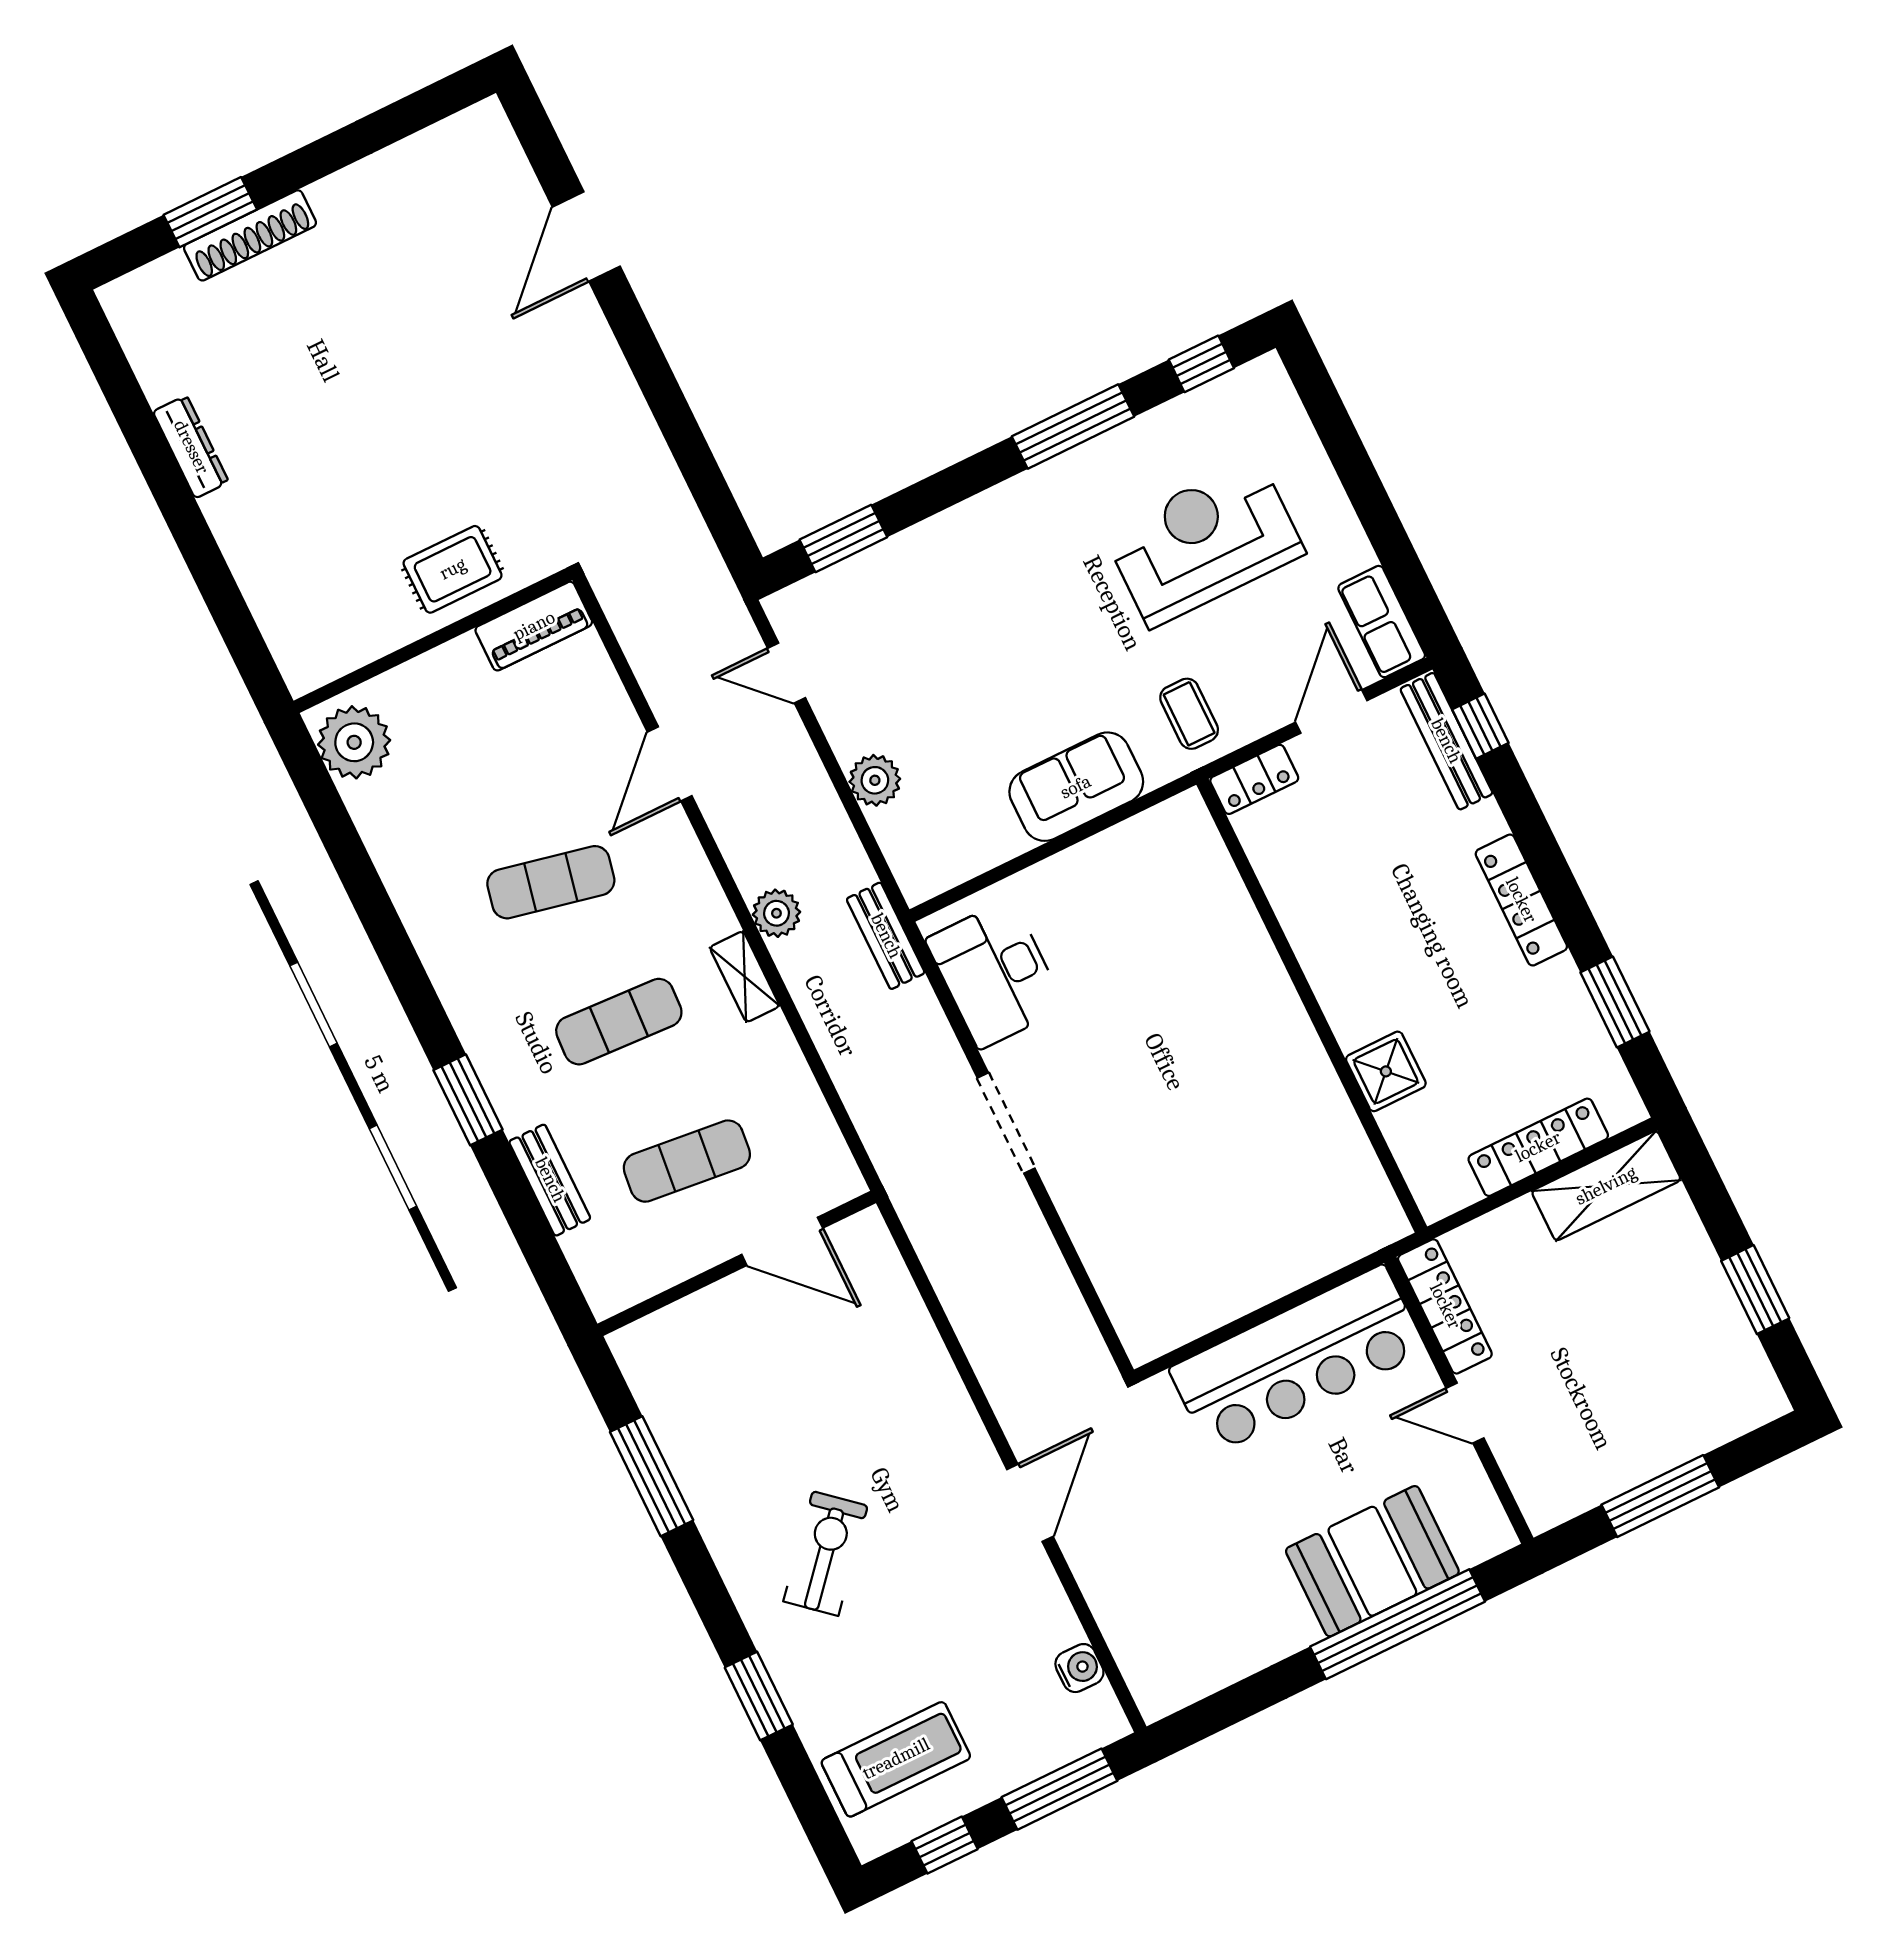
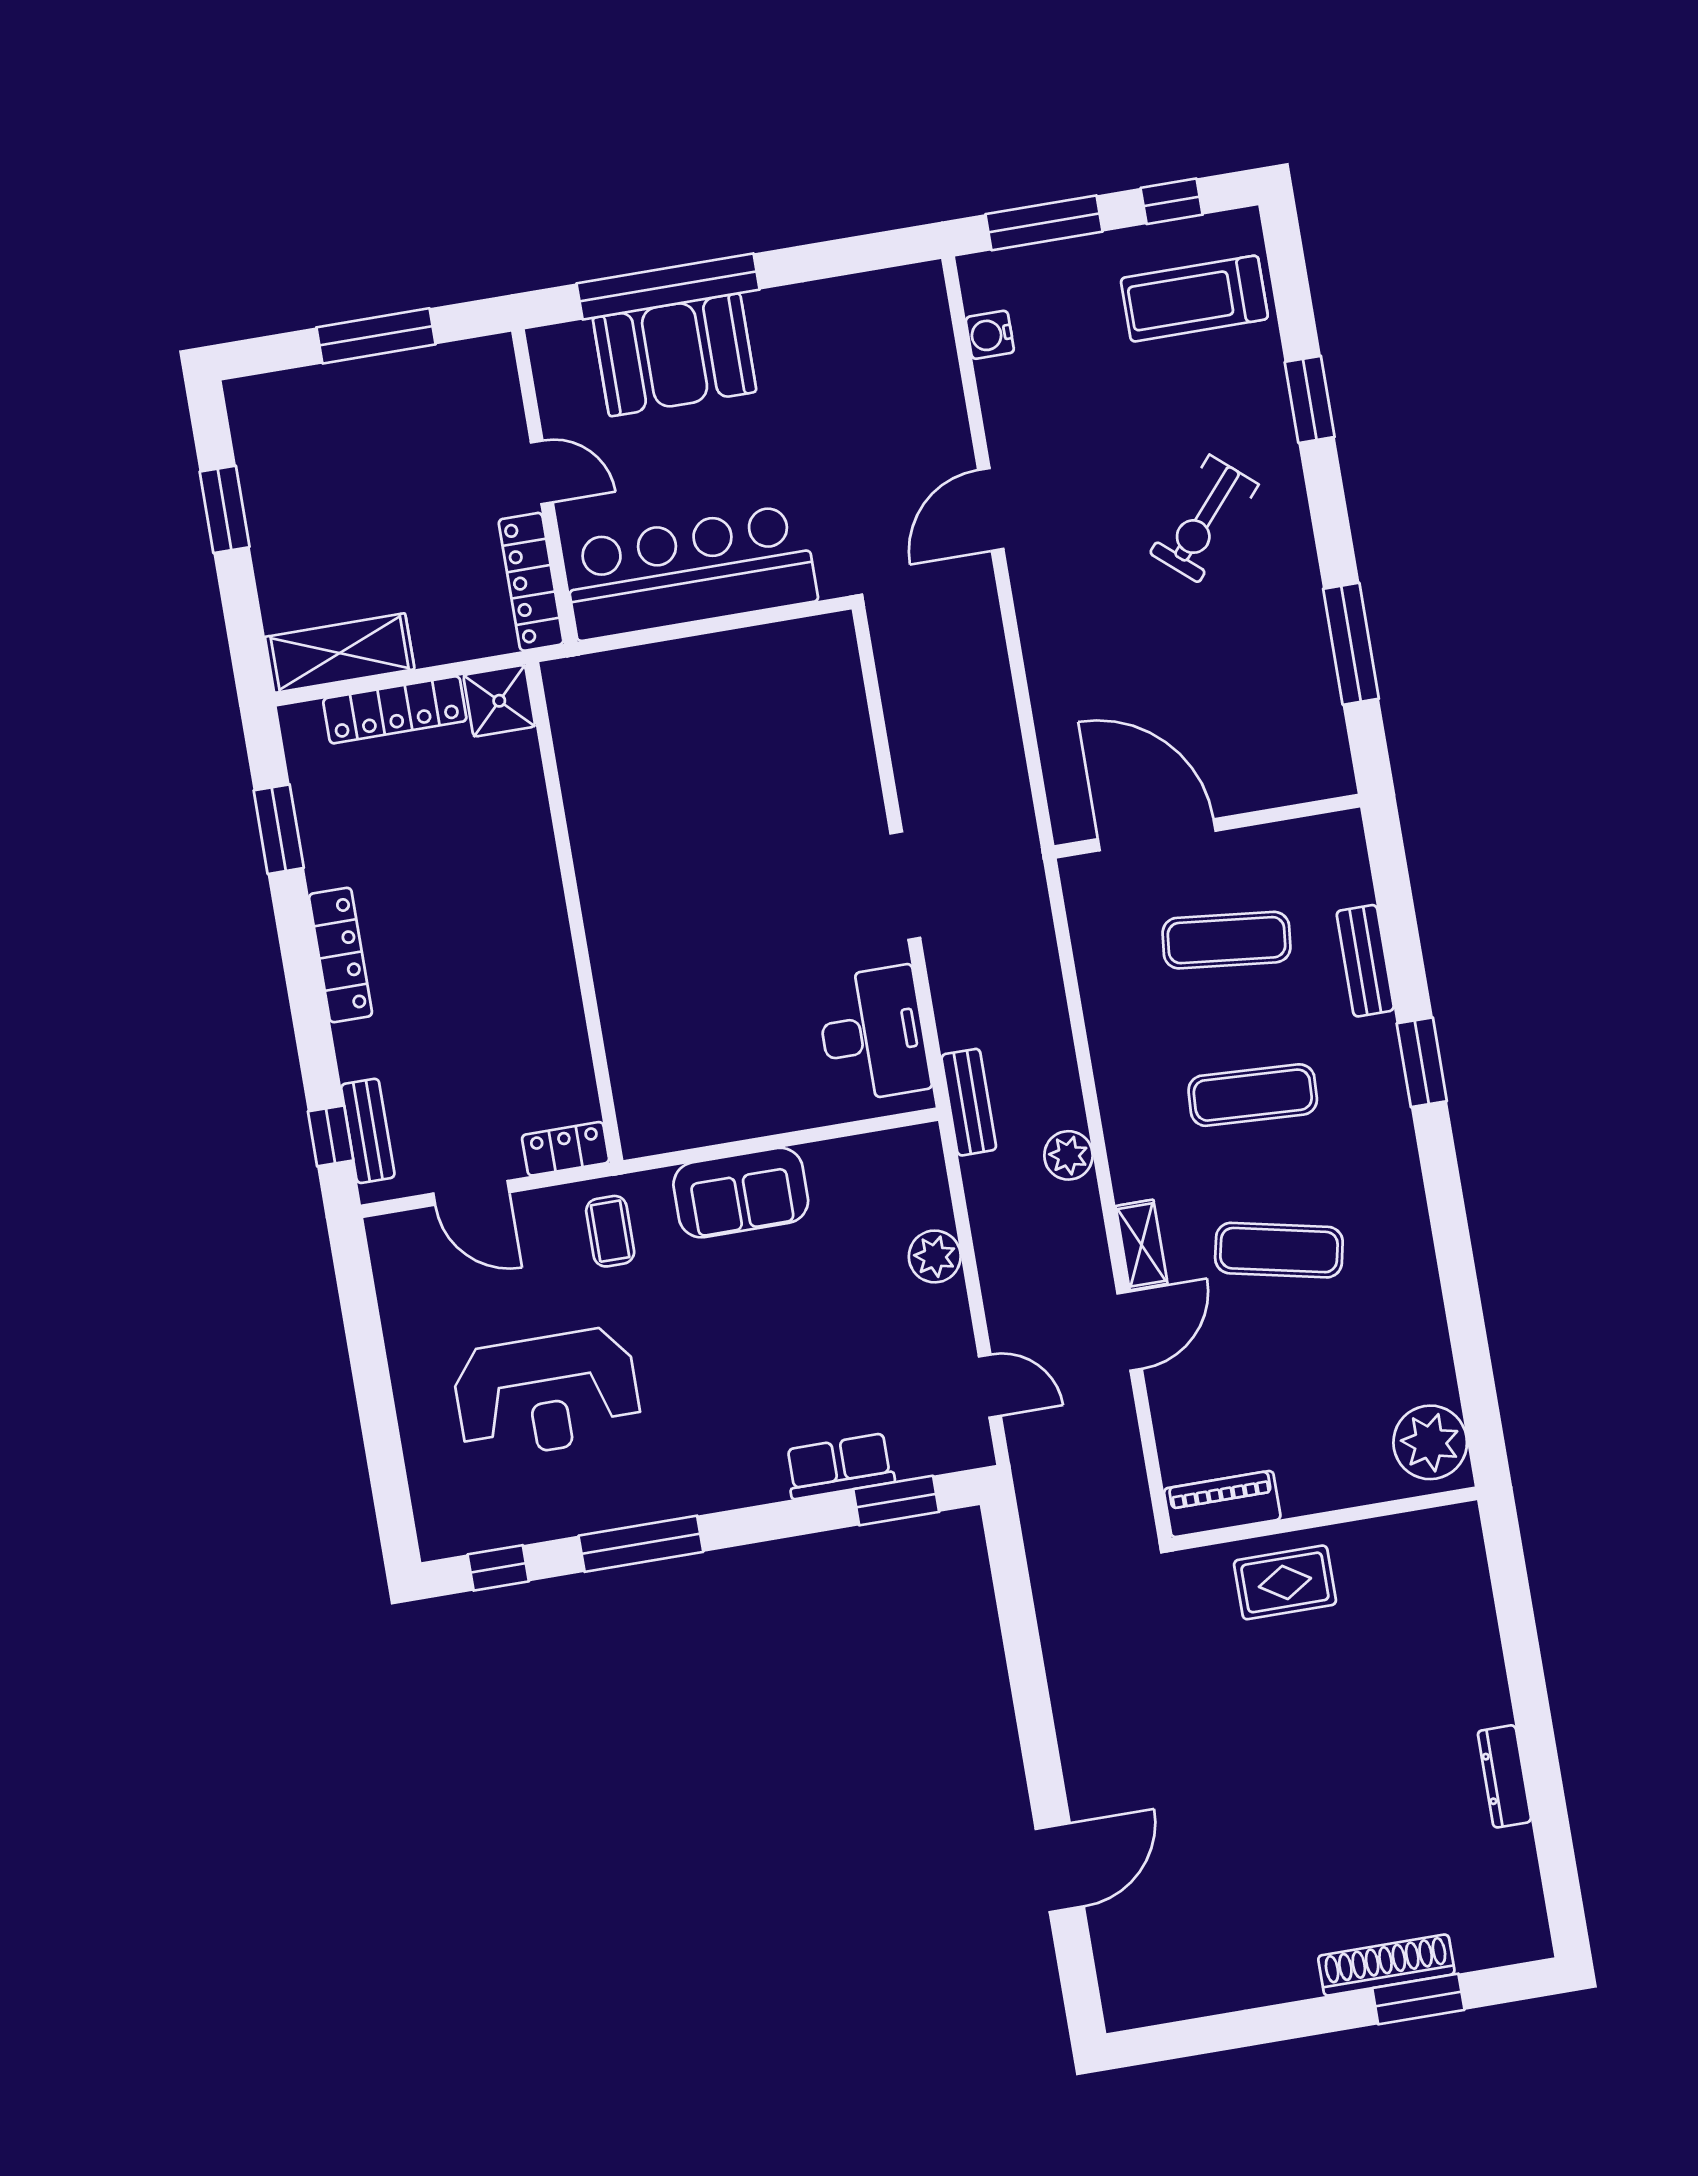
row of seats: (1382, 622) -> (839, 1466), moved, turned -90
door: (1331, 711) -> (471, 1193), hinge flipped
bench: (1446, 741) -> (368, 1131), width x0.73
shelving: (745, 977) -> (1142, 1245), moved
shower: (1386, 1071) -> (499, 701), moved
door: (782, 1241) -> (1157, 835), width x1.36

